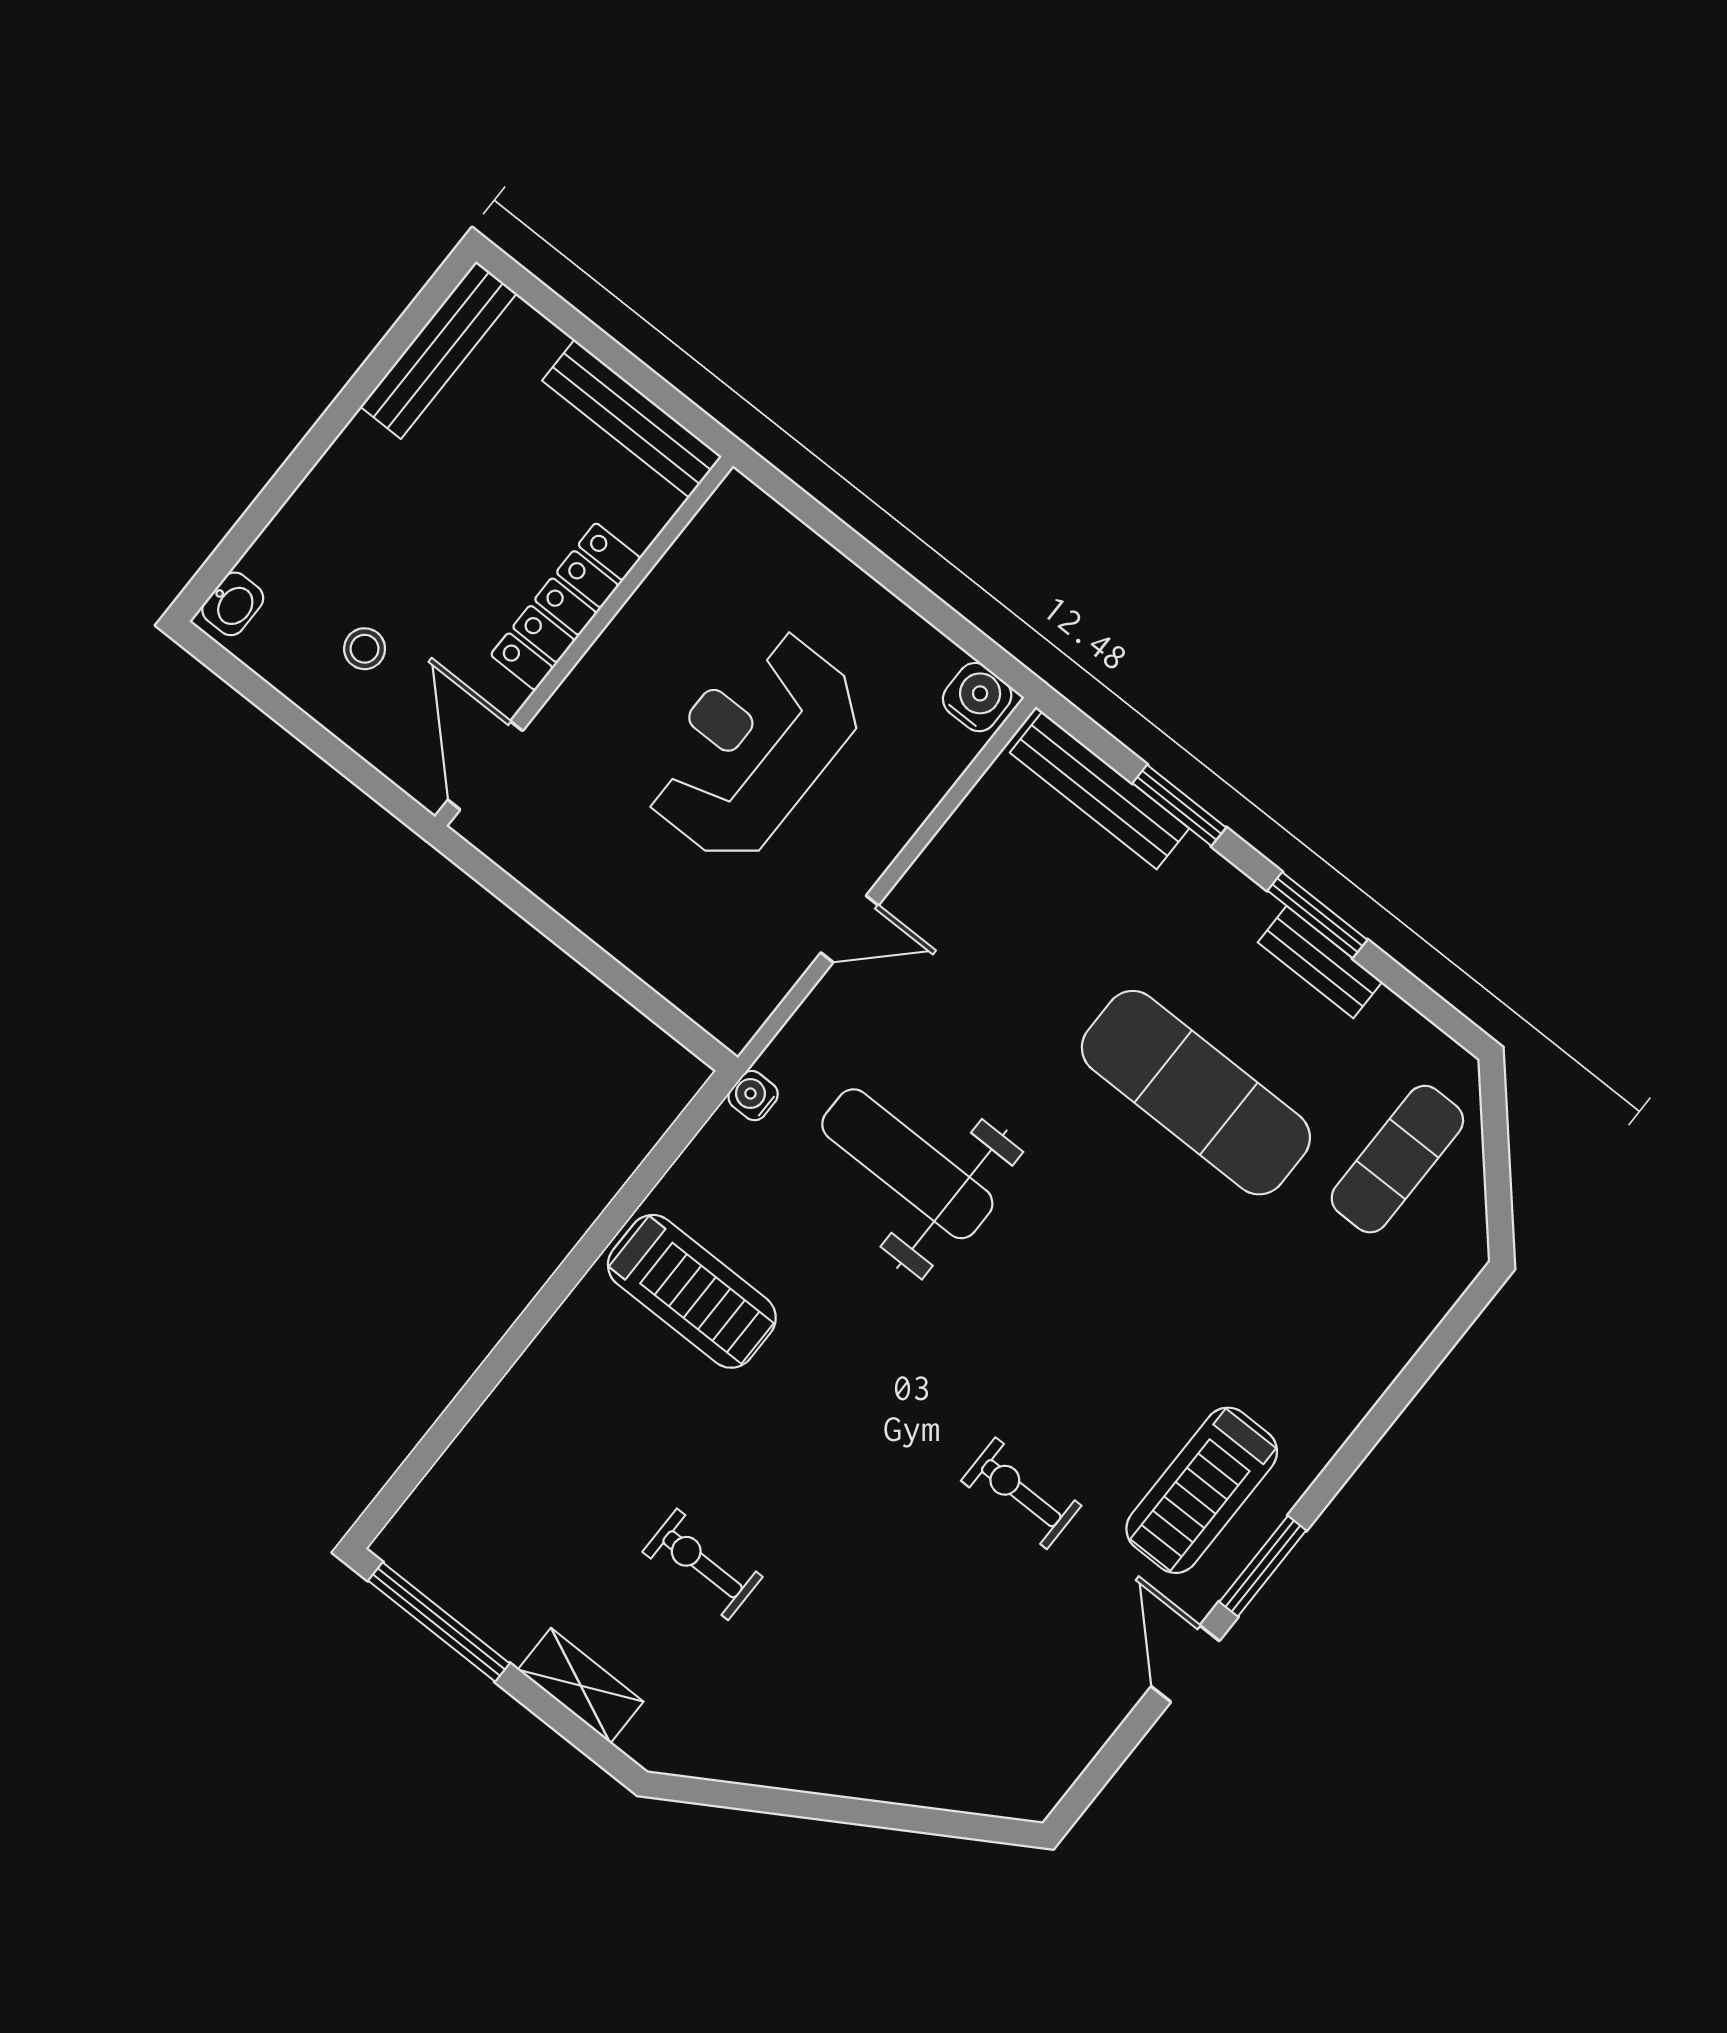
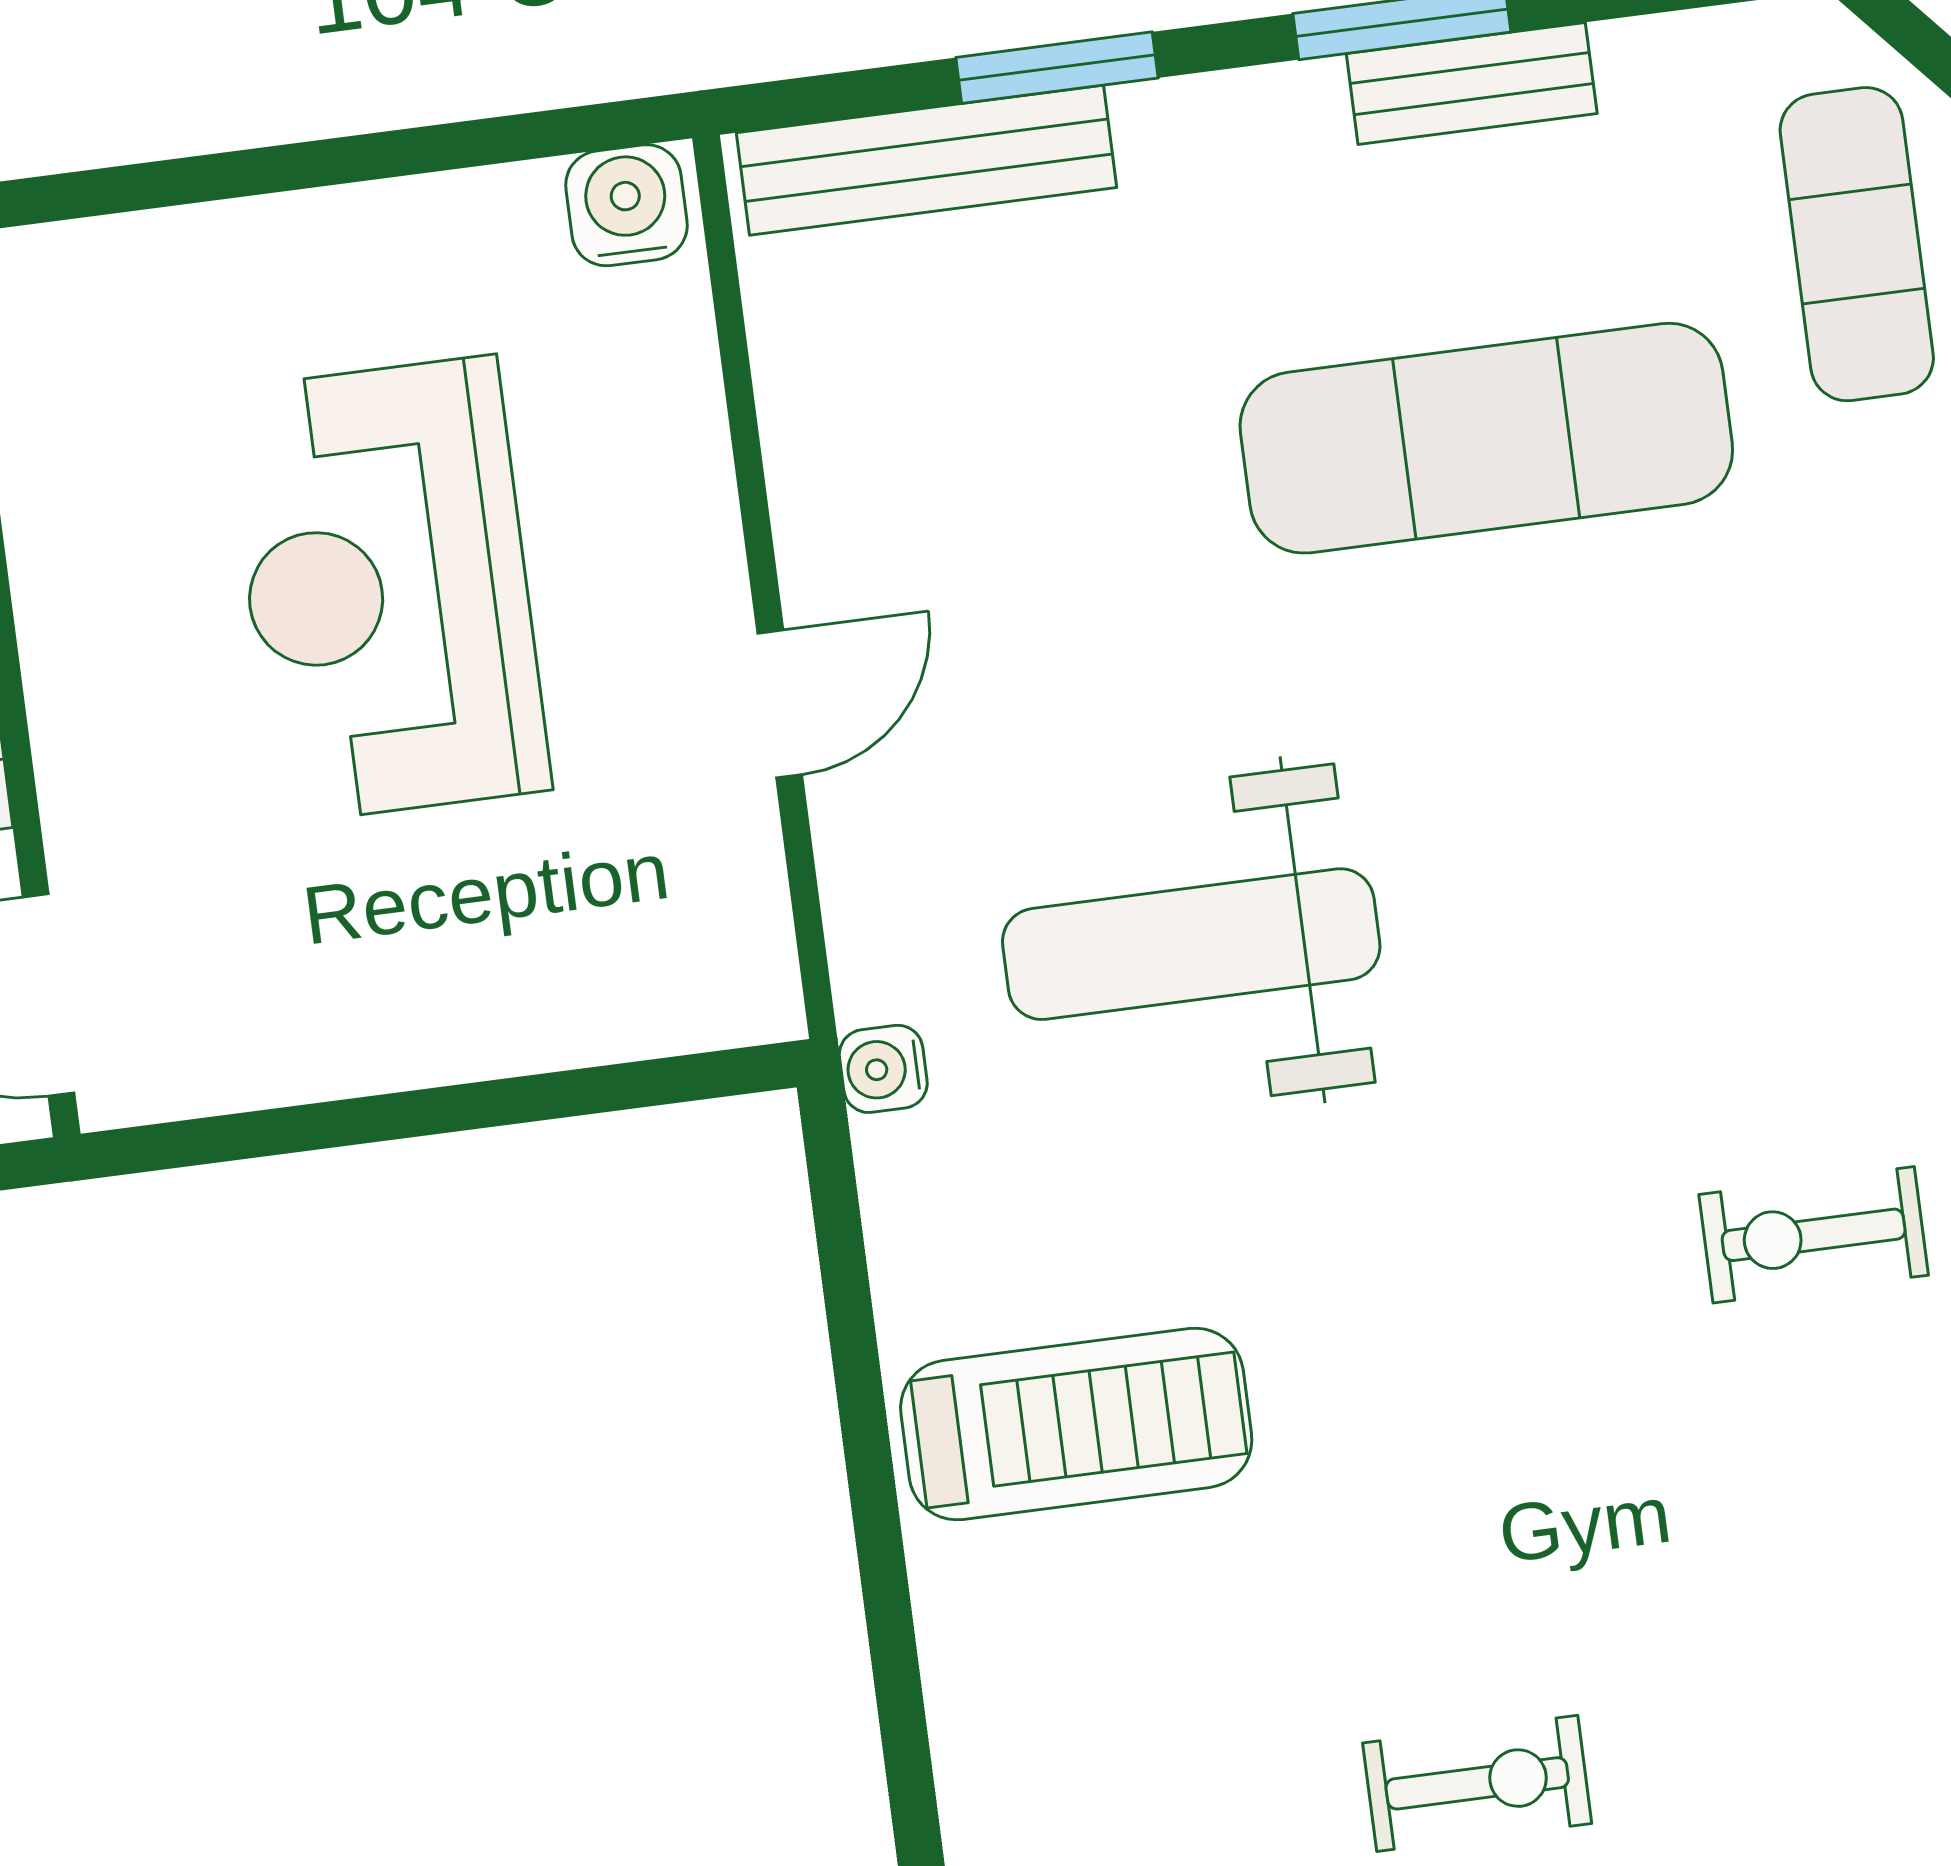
exercise bike: (703, 1564) -> (1477, 1783), turned 180

